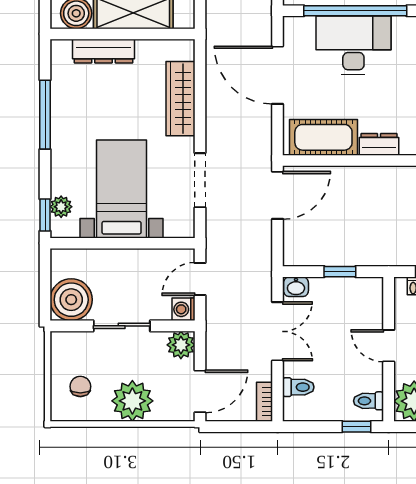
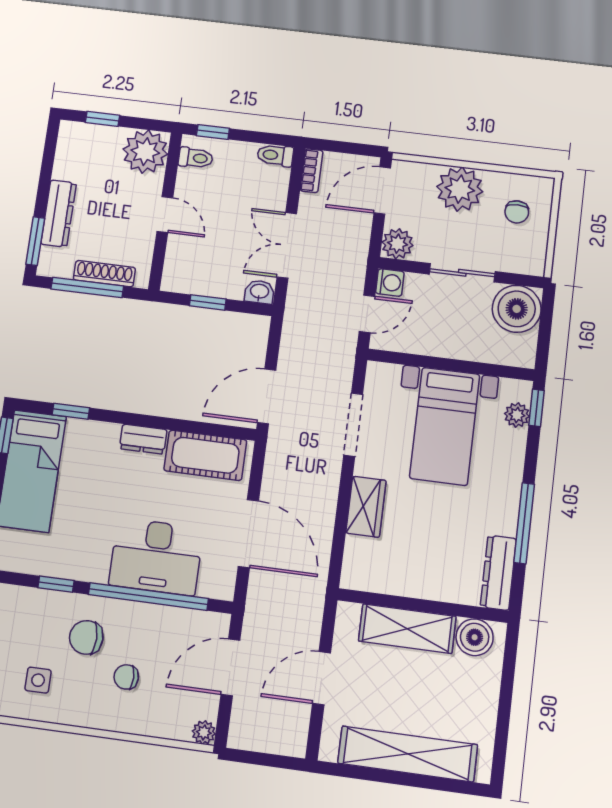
dresser: (103, 51) -> (498, 573), moved, turned -90
wardrobe: (180, 99) -> (366, 507), width x0.67
toilet: (298, 387) -> (275, 155), moved

